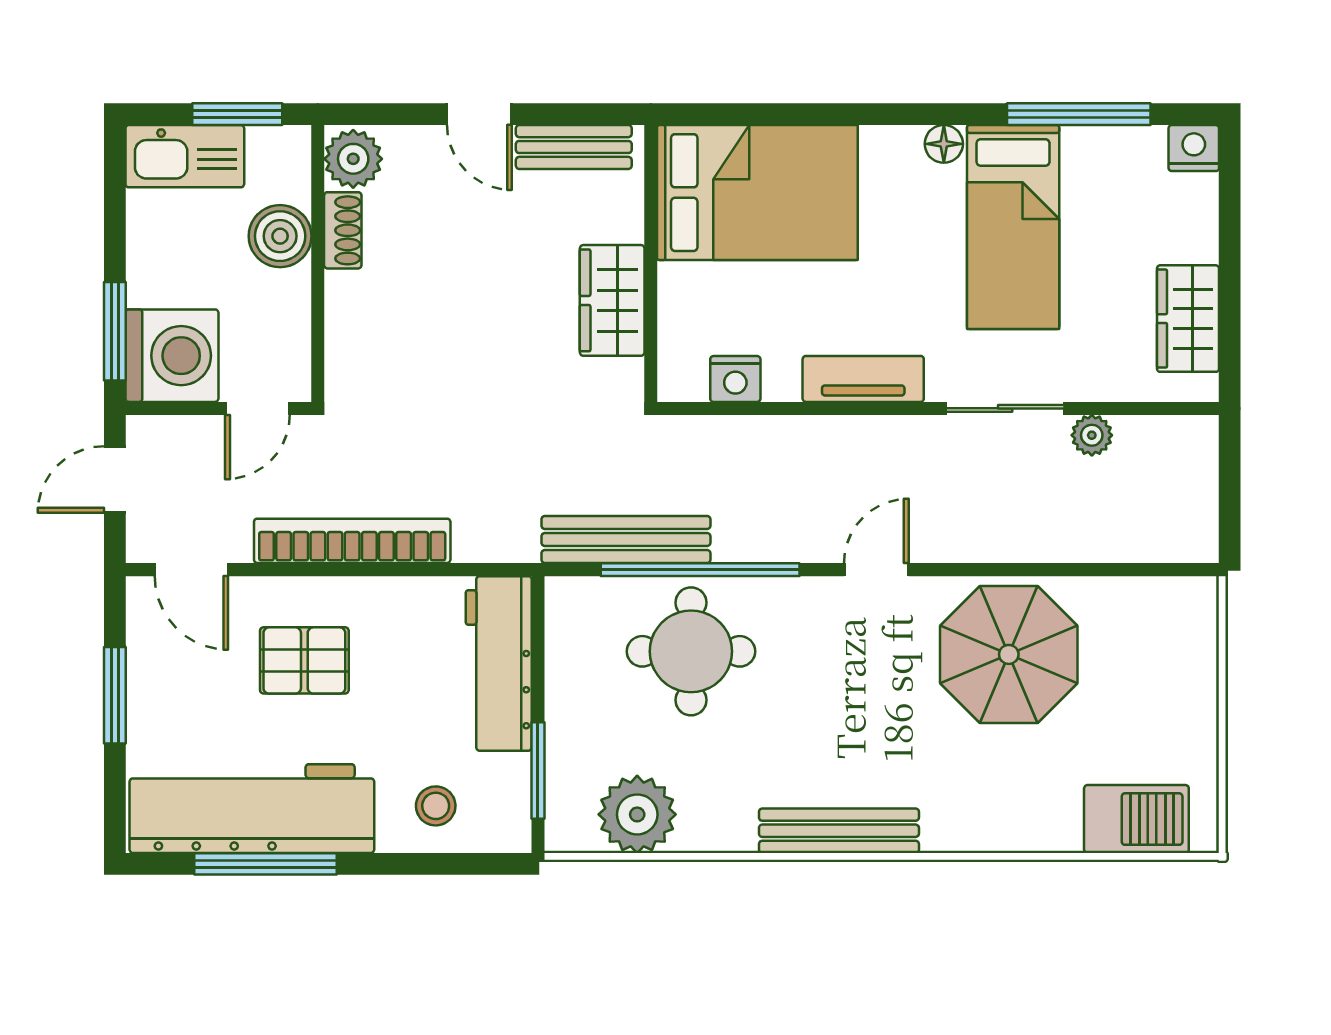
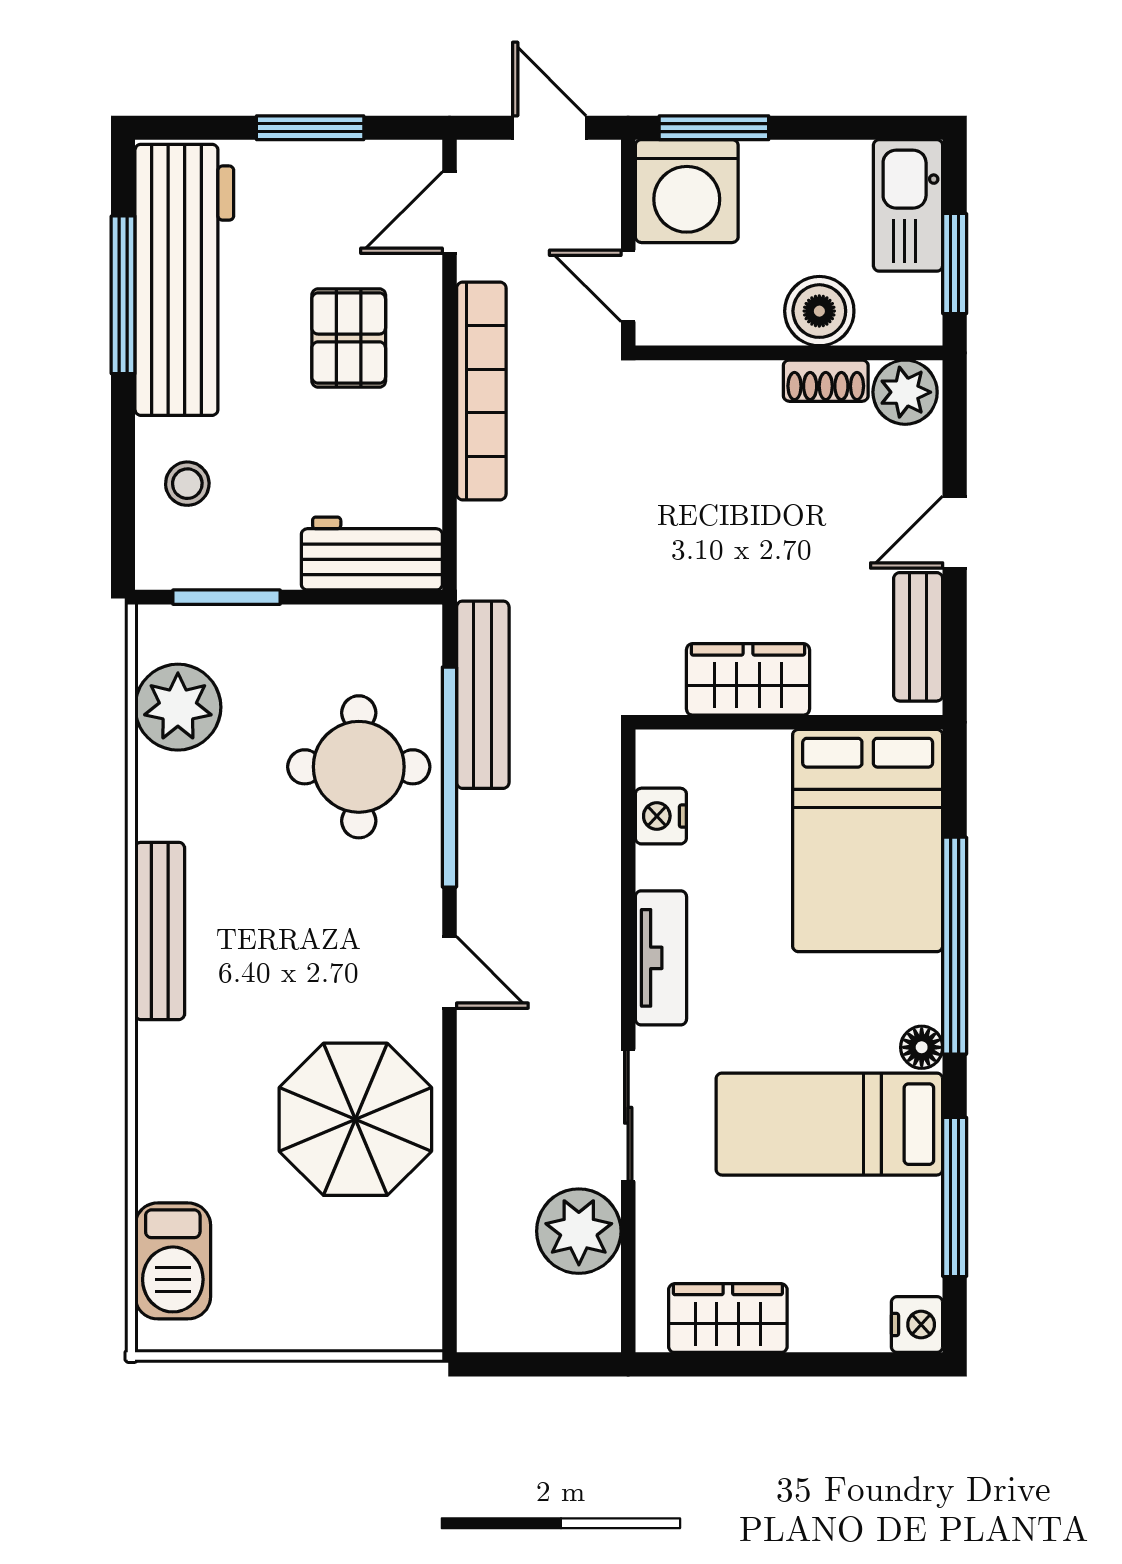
window: (852, 114) -> (955, 946), added
plant: (1092, 435) -> (579, 1231), width x1.88, depth x1.88
workbench: (499, 663) -> (372, 554), width x0.73

